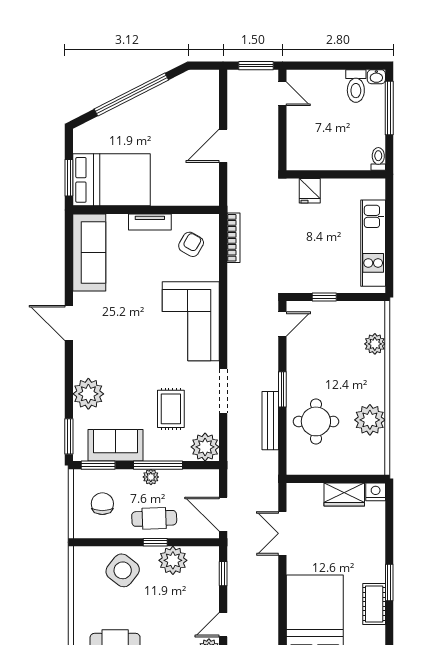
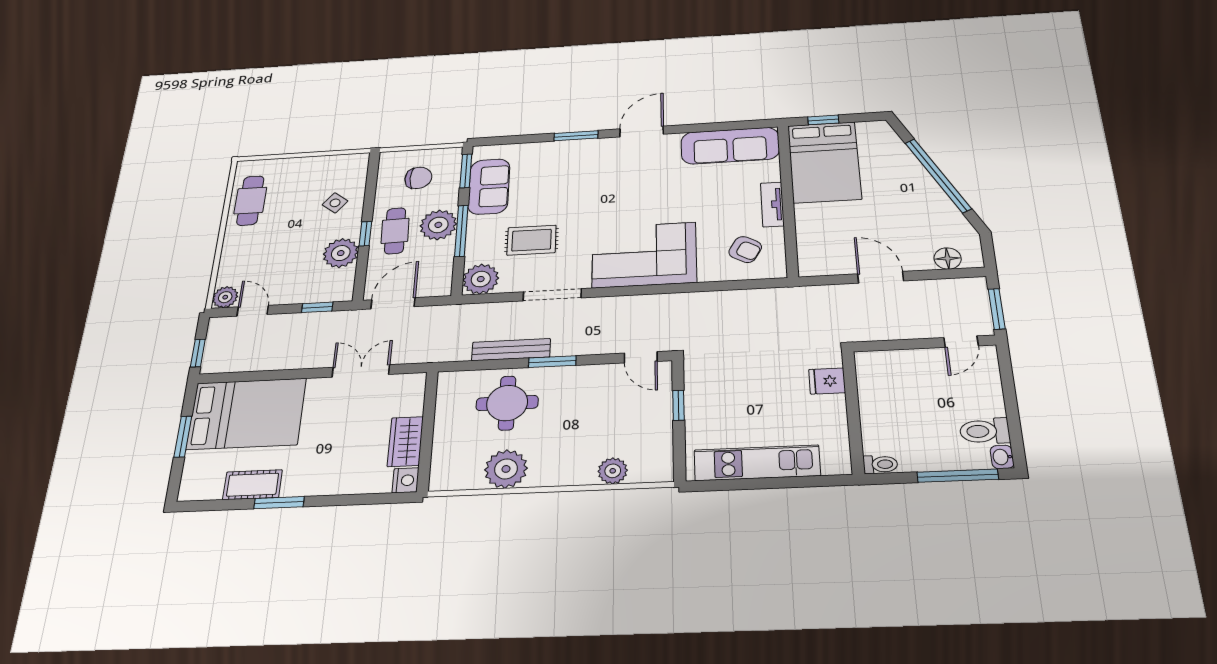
floor lamp: (209, 96) -> (948, 258), added
window: (69, 178) -> (823, 120), width x0.67
bookcase: (233, 238) -> (756, 295), removed
plant: (88, 394) -> (554, 156), removed
window: (69, 436) -> (576, 136), moved
plant: (151, 477) -> (438, 225), width x1.87, depth x1.87
side table: (123, 570) -> (335, 203), width x0.54, depth x0.54

